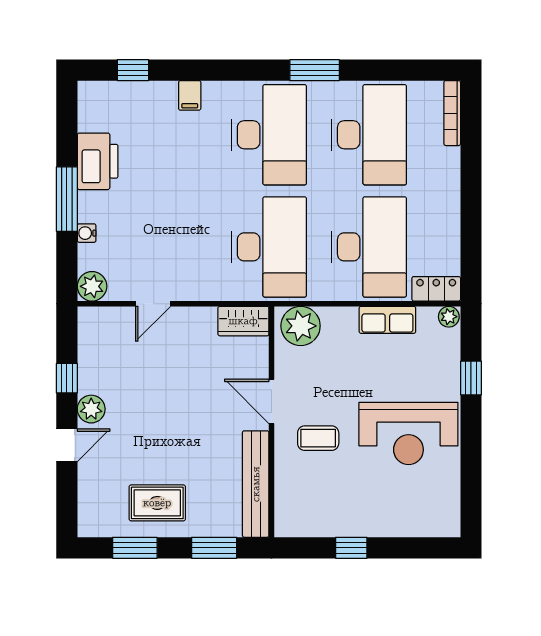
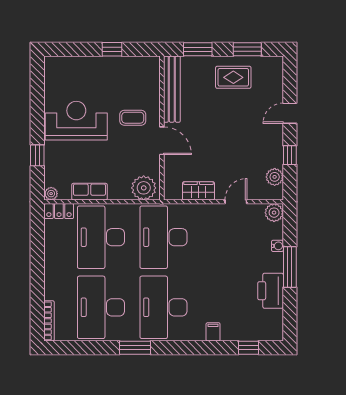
wardrobe: (243, 321) -> (198, 191), moved
plant: (91, 409) -> (275, 177), moved

